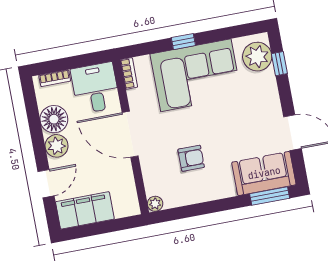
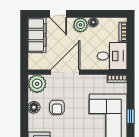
floor lamp: (54, 119) -> (93, 22), width x0.53, depth x0.53
door: (130, 134) -> (65, 72), moved
floor lamp: (198, 194) -> (34, 107), added
plant: (155, 204) -> (37, 84), width x1.88, depth x1.88

